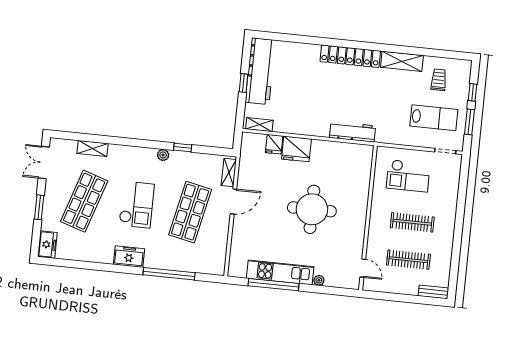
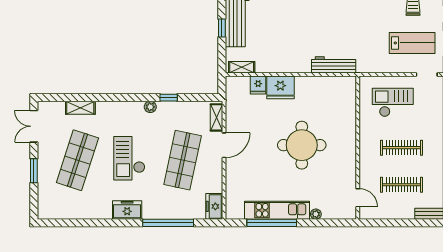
checkout: (408, 176) -> (393, 102), turned 180
checkout: (137, 205) -> (129, 158), turned 180
freezer: (47, 244) -> (214, 206), moved, turned 180

